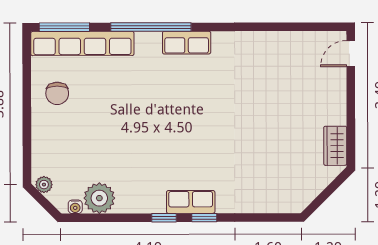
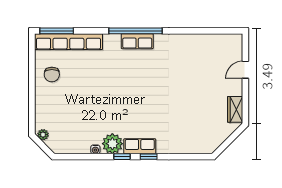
window: (151, 27) -> (136, 31), moved
door: (351, 54) -> (245, 70), moved
plant: (99, 198) -> (112, 144), moved
water cooler: (75, 207) -> (95, 149), moved

